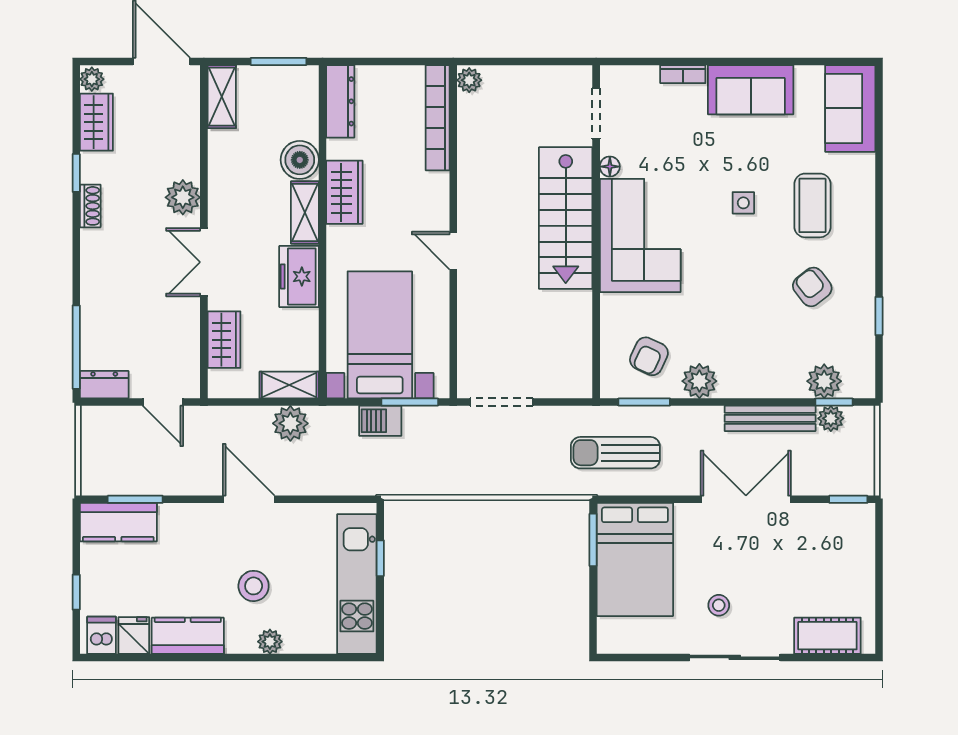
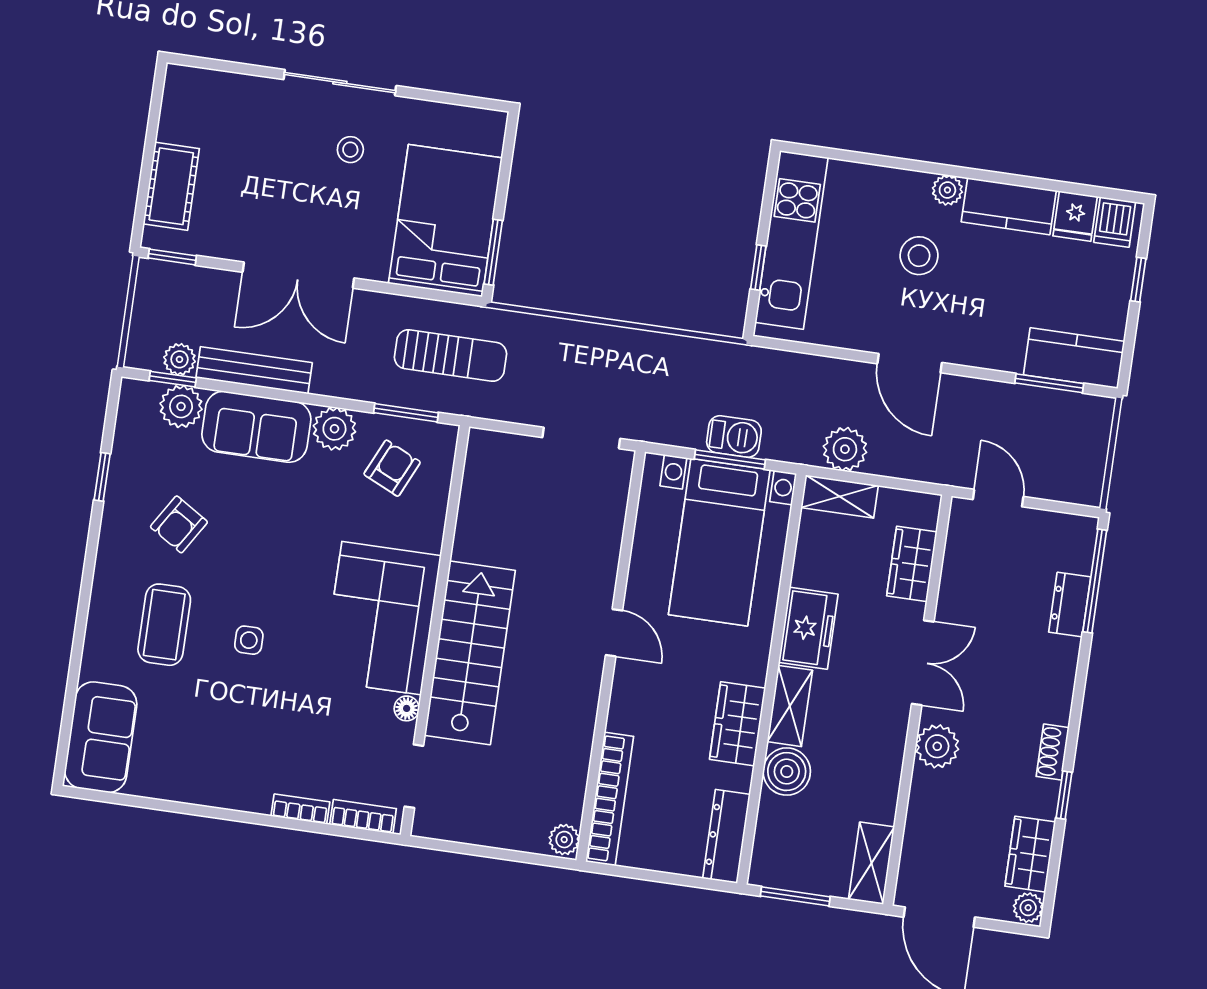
bookcase: (632, 75) -> (363, 817), added
sofa: (751, 90) -> (256, 427), moved, turned 180
armchair: (812, 287) -> (179, 524), turned 70
dresser: (104, 385) -> (1070, 605), moved, turned 90
window: (410, 402) -> (730, 459), moved
cot: (827, 636) -> (171, 186), moved, turned 90
plant: (270, 642) -> (947, 190), moved

